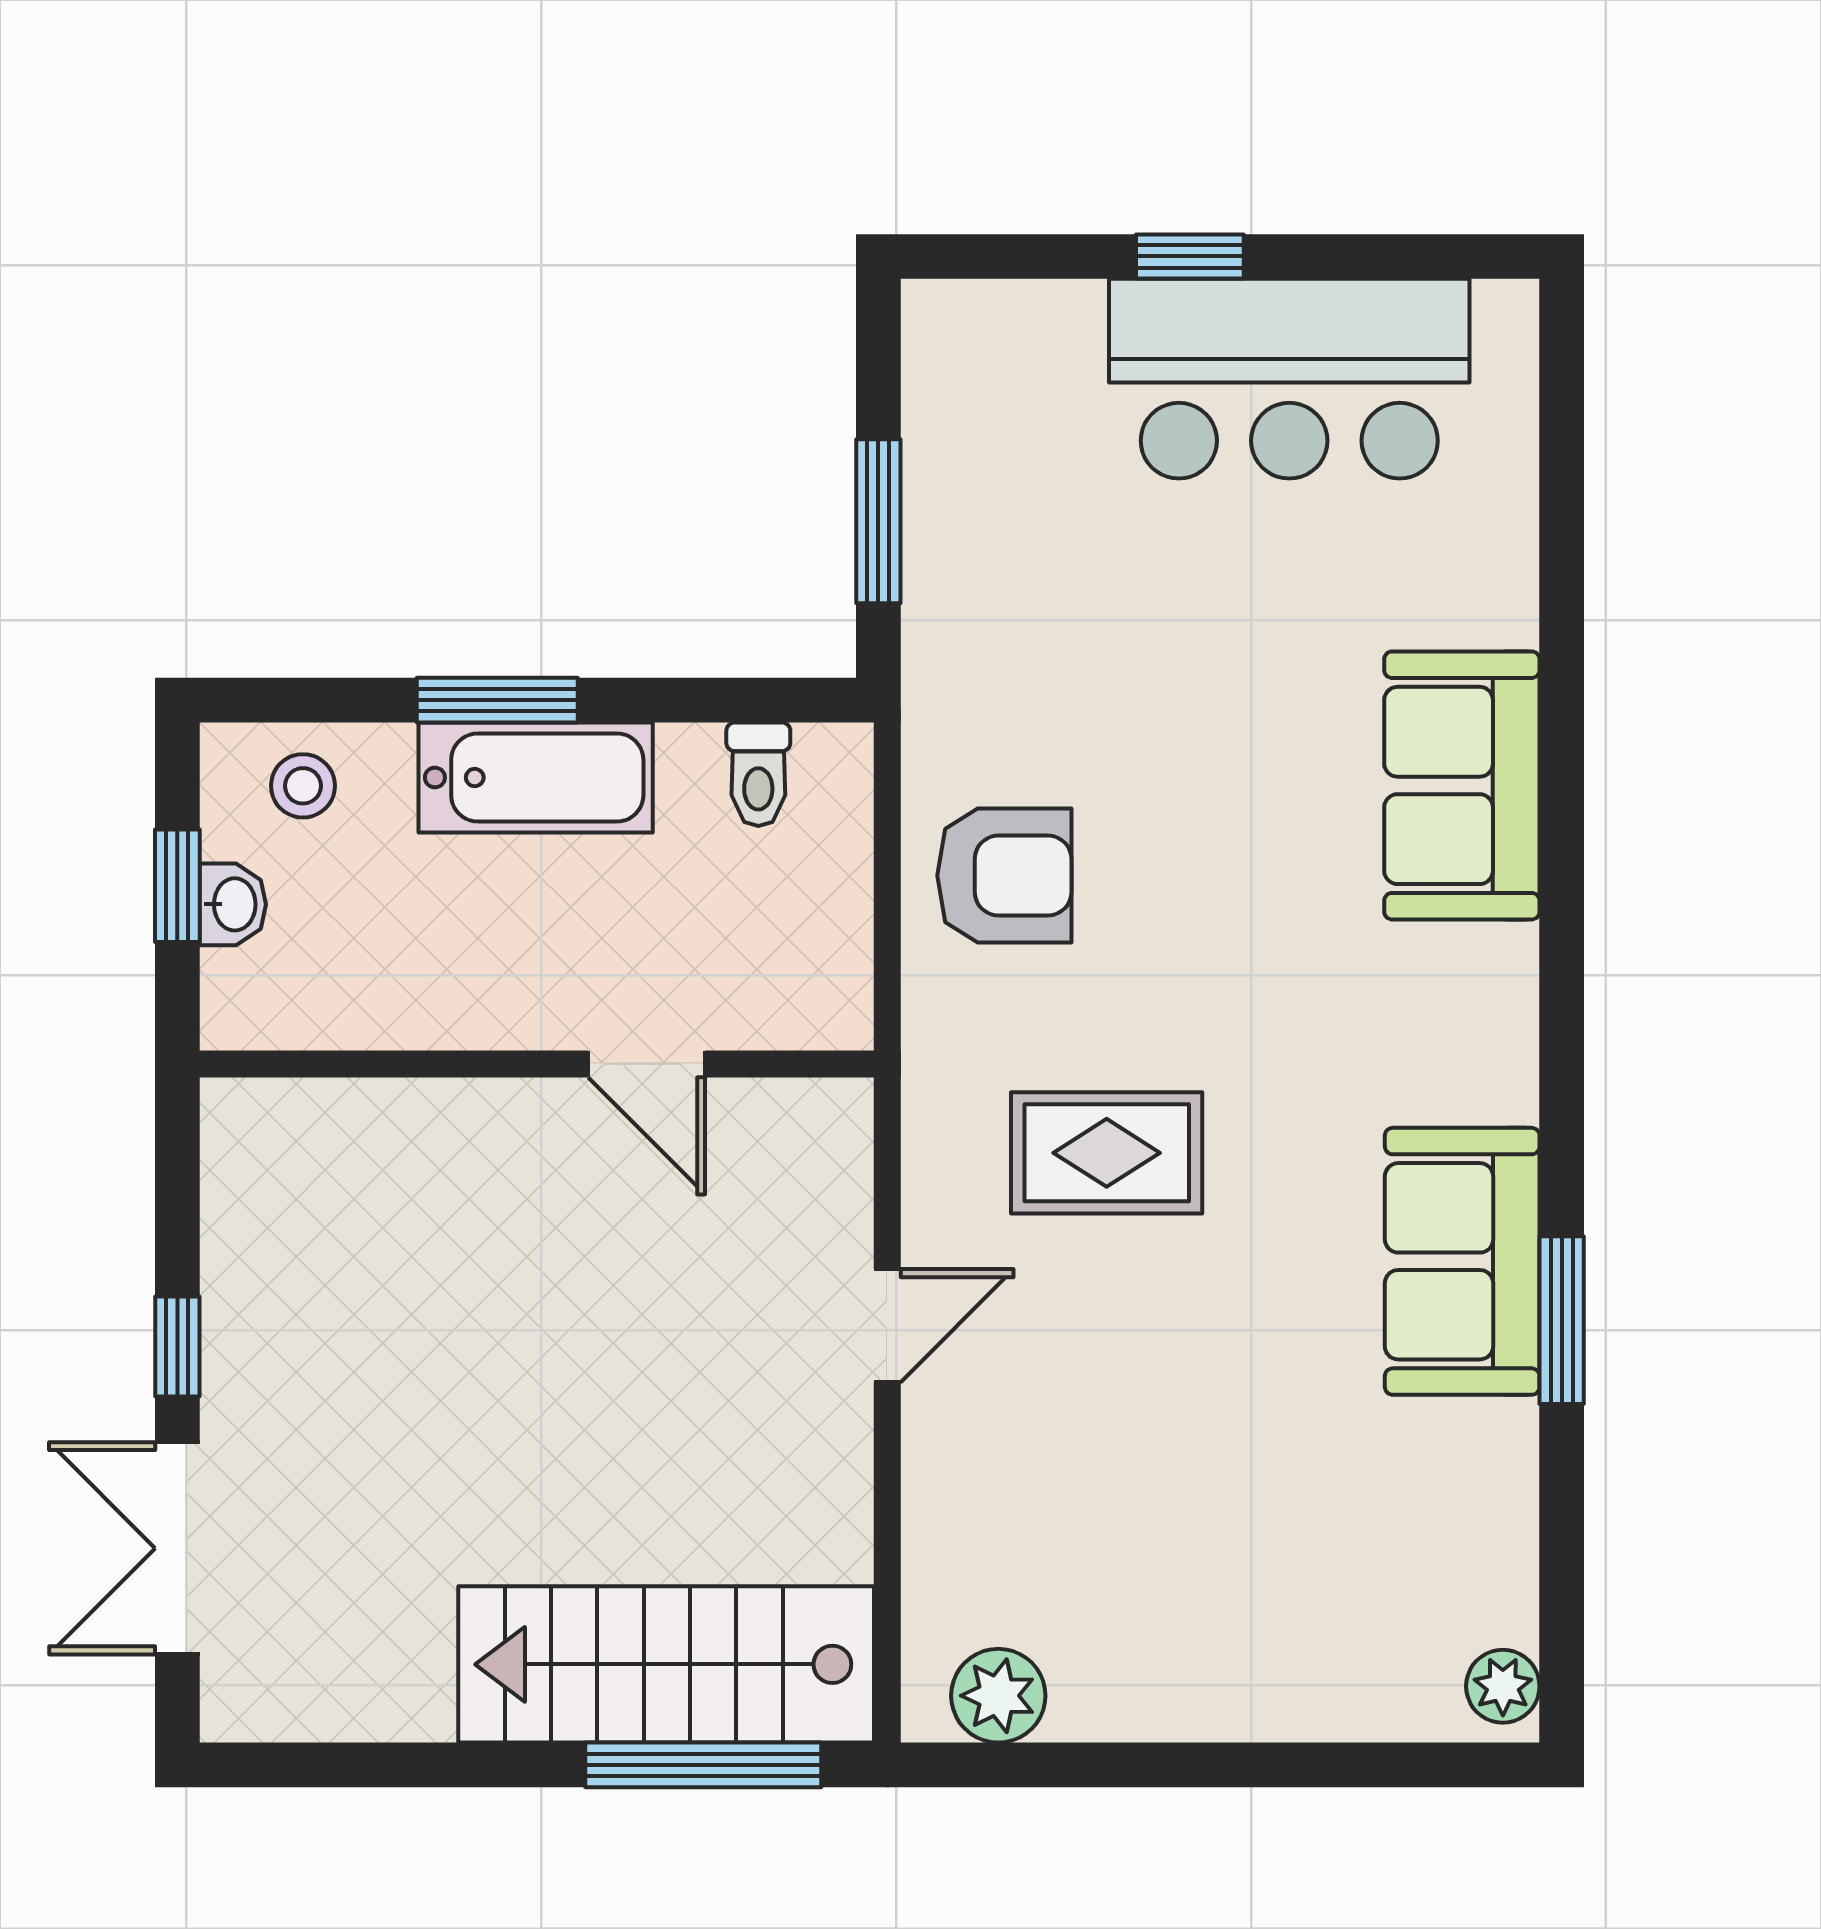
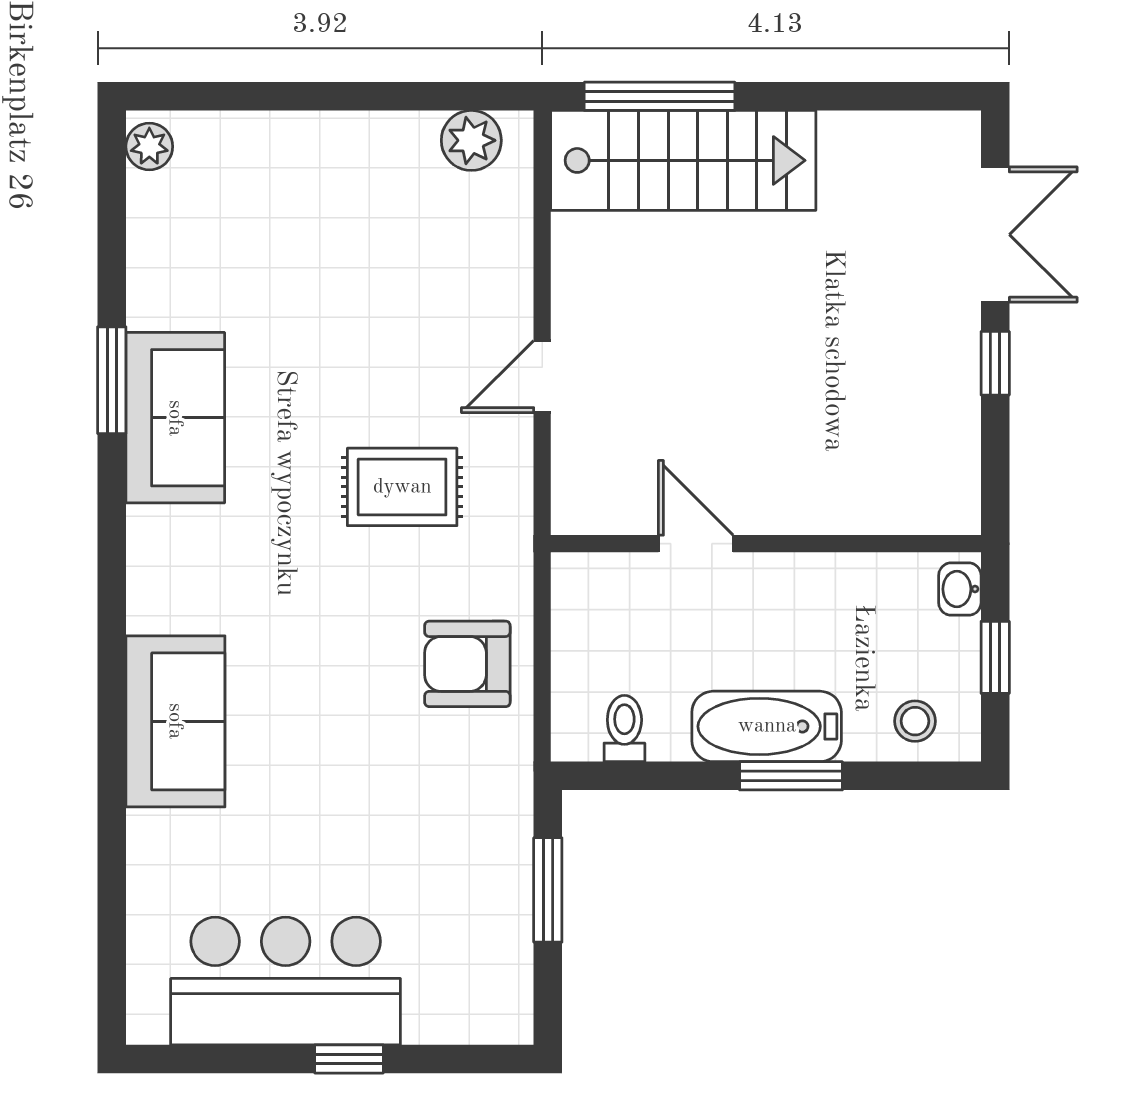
washbasin: (233, 904) -> (960, 589), moved

